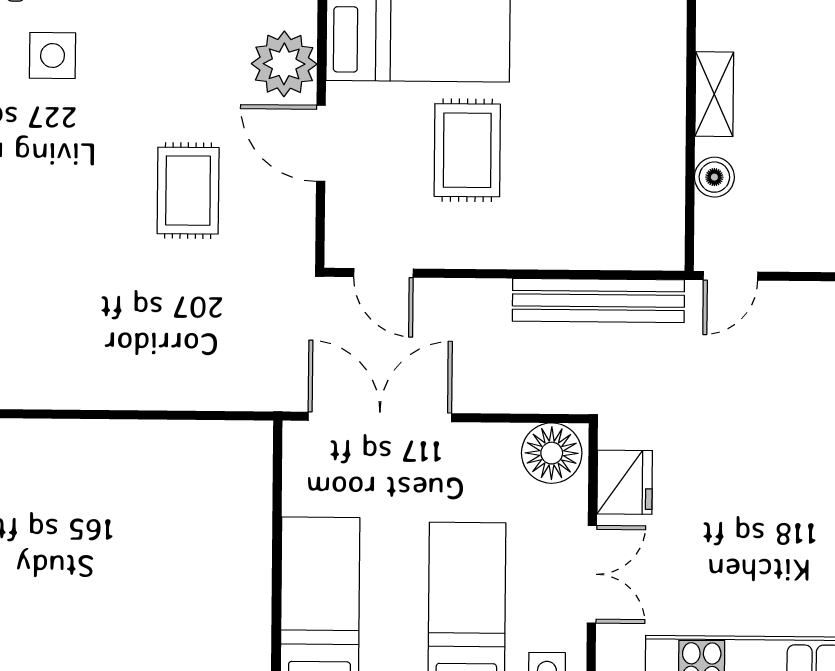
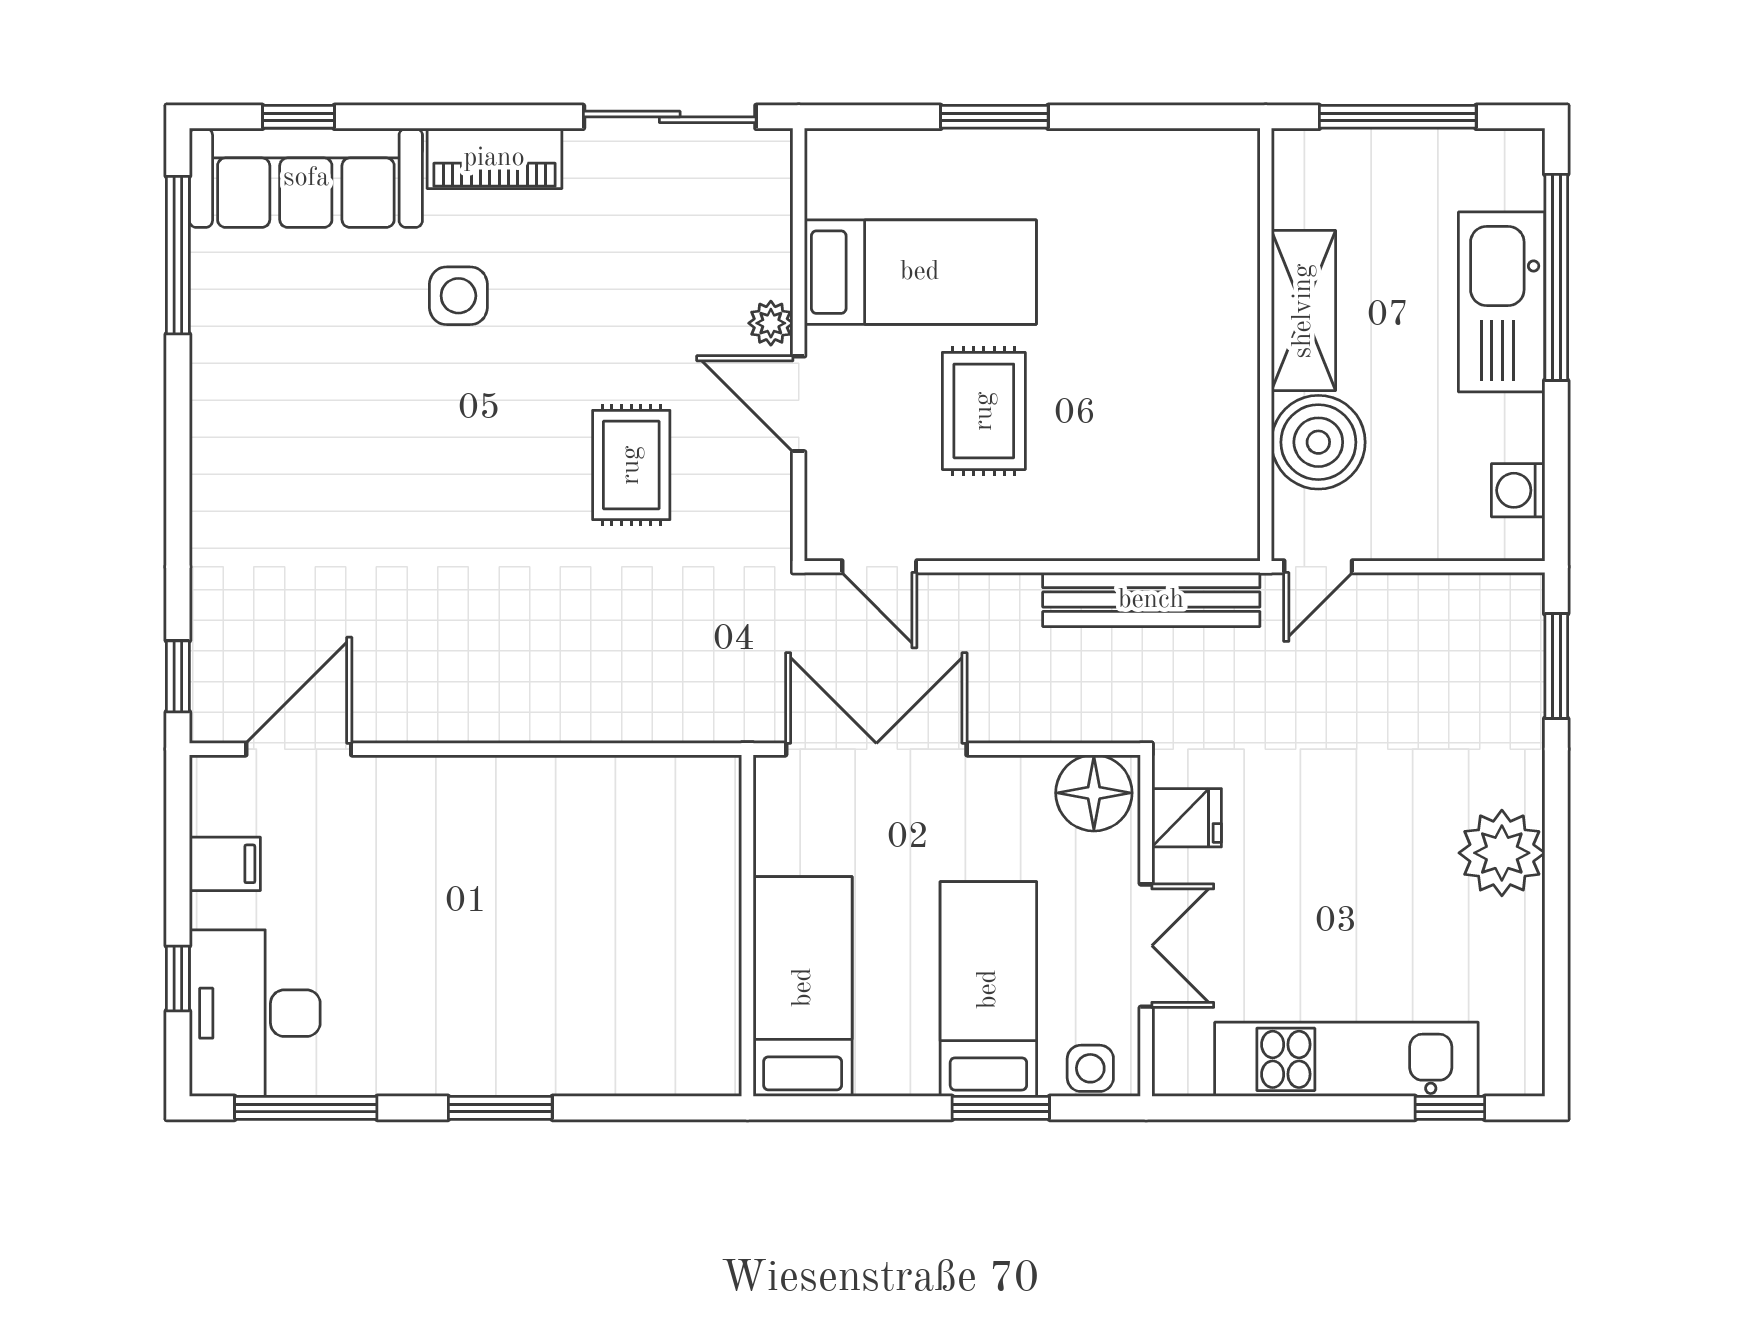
plant: (284, 64) -> (771, 323), width x0.53, depth x0.53
shelving: (714, 94) -> (1303, 311), width x1.50, depth x1.33
boiler: (714, 177) -> (1318, 442), width x1.86, depth x1.86
fridge: (625, 482) -> (1187, 818), width x0.72

